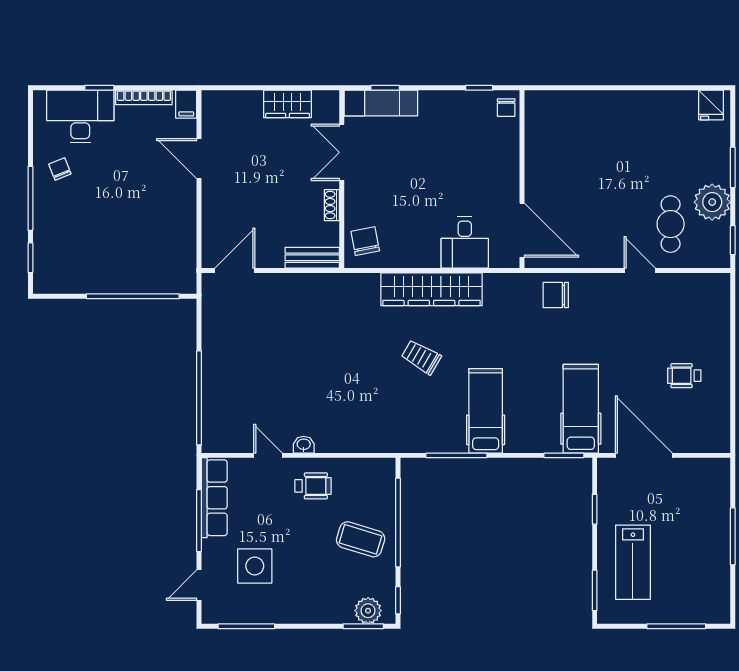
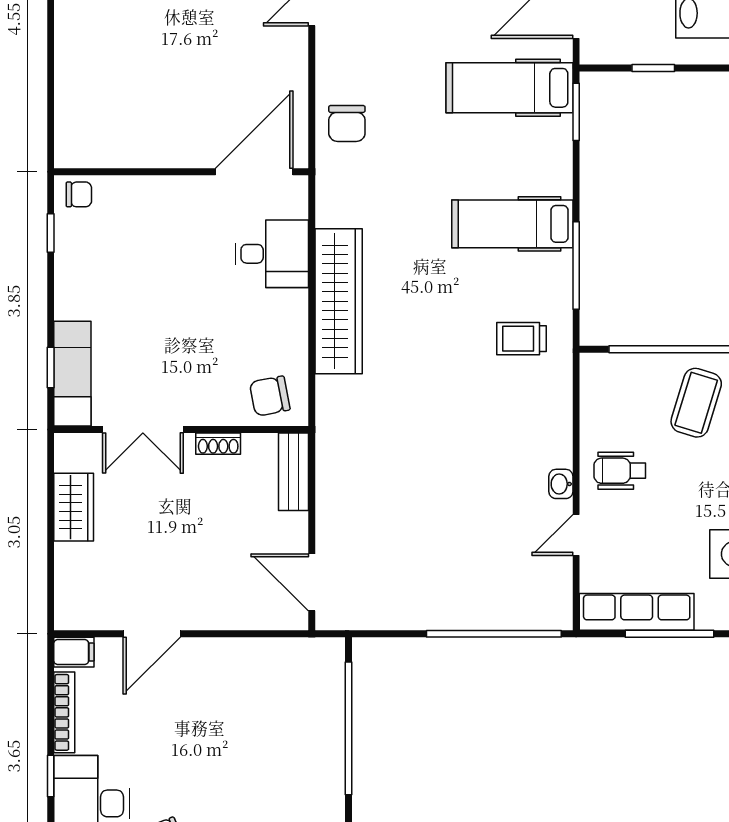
trolley: (421, 357) -> (522, 339), moved, turned 60
wheelchair: (313, 486) -> (620, 471), turned -90

